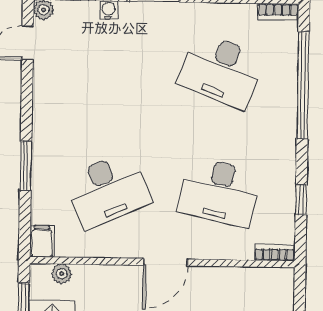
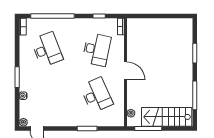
desk: (221, 70) -> (47, 49), turned -42
filing cabinet: (42, 241) -> (118, 121), removed

